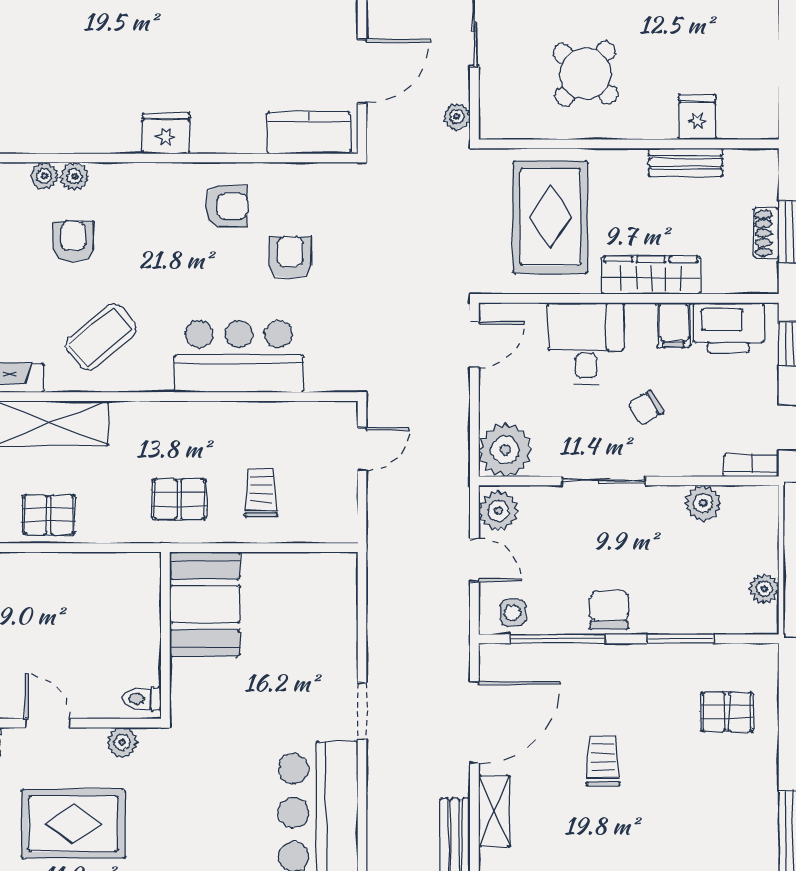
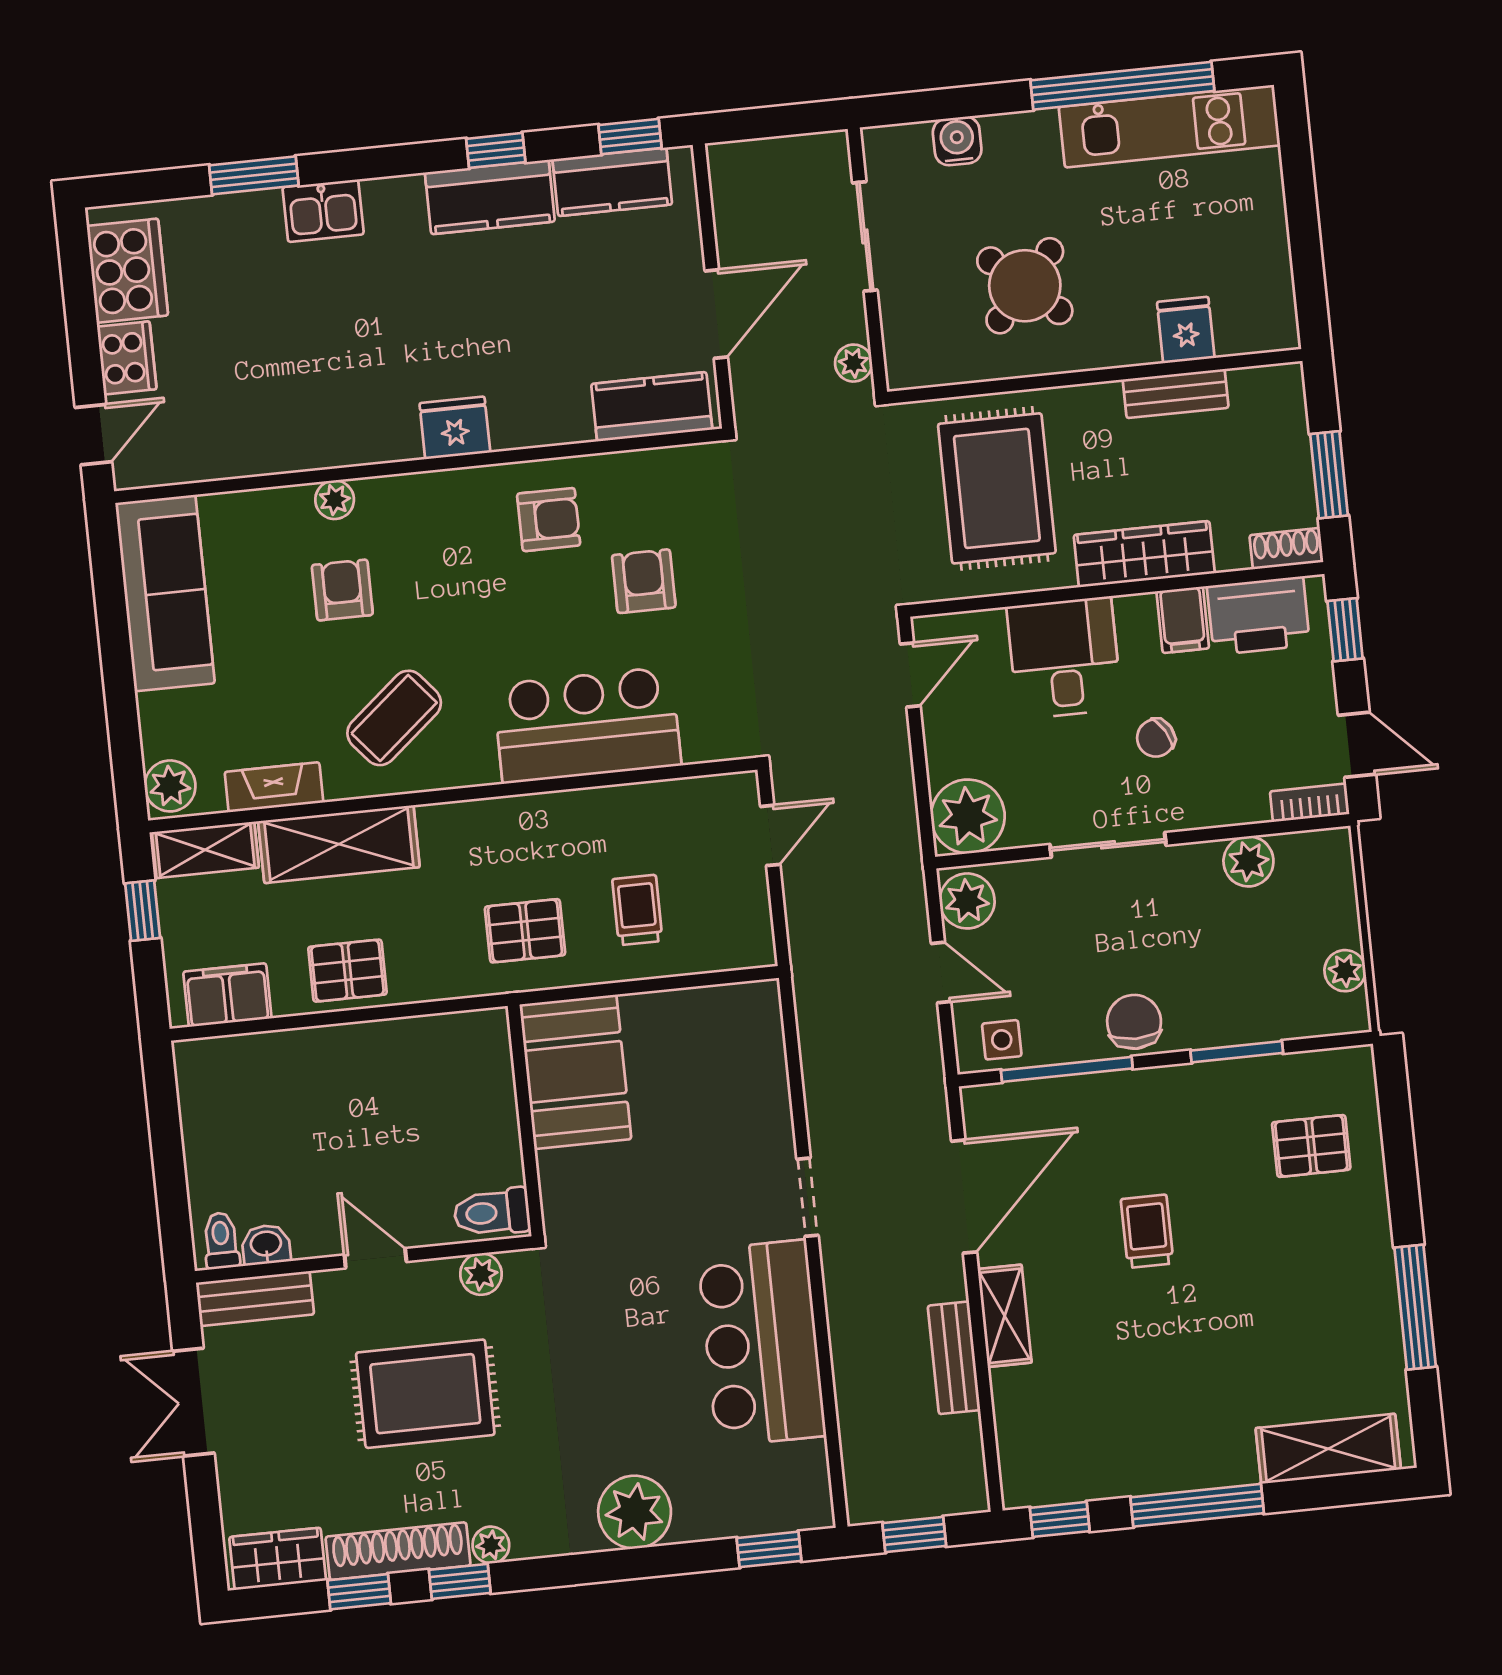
plant: (44, 176) -> (293, 504), removed
shoe rack: (767, 233) -> (1286, 549), moved, turned 90
toilet: (142, 699) -> (492, 1212), width x1.37, depth x1.39

